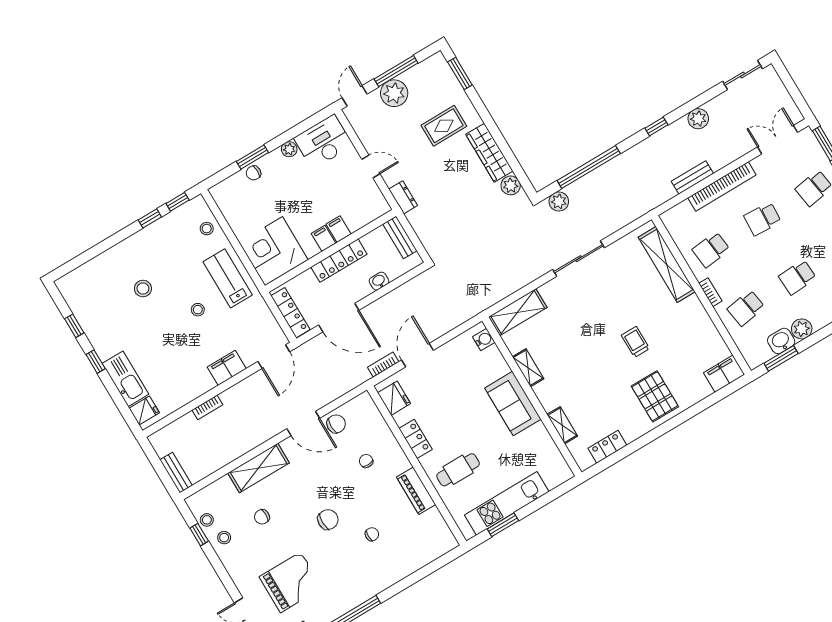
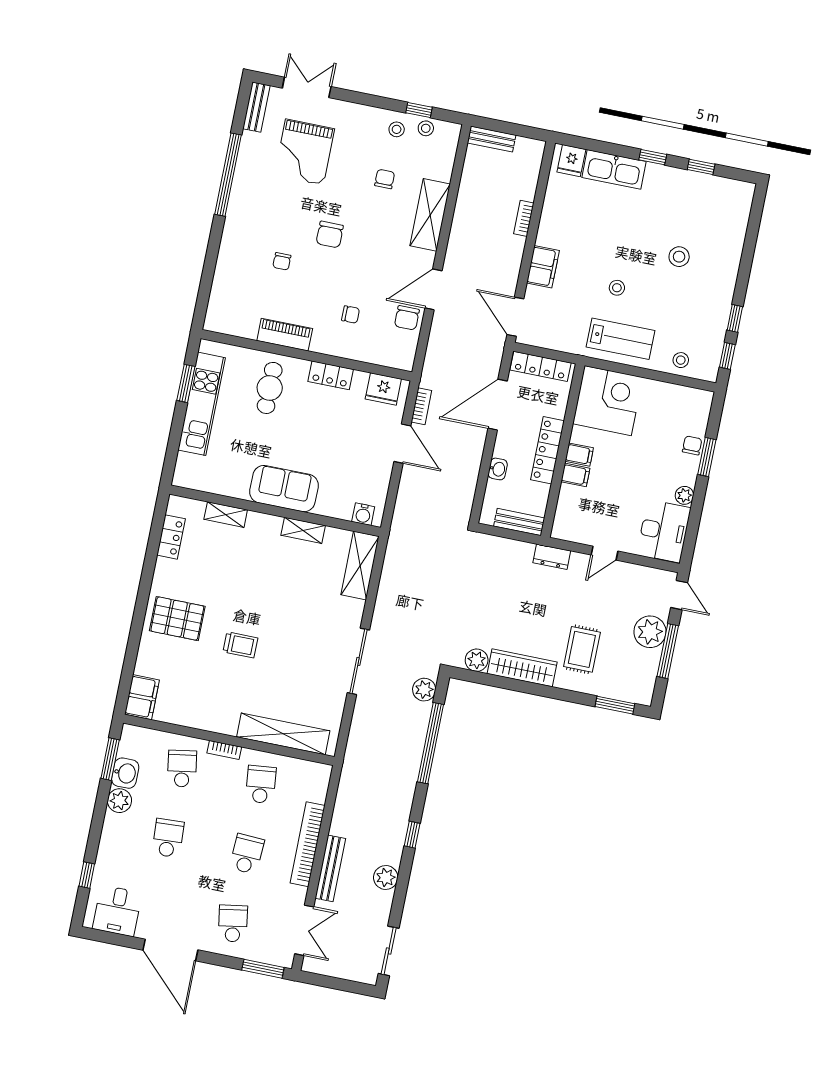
bench: (692, 177) -> (330, 868), moved, width x1.36

